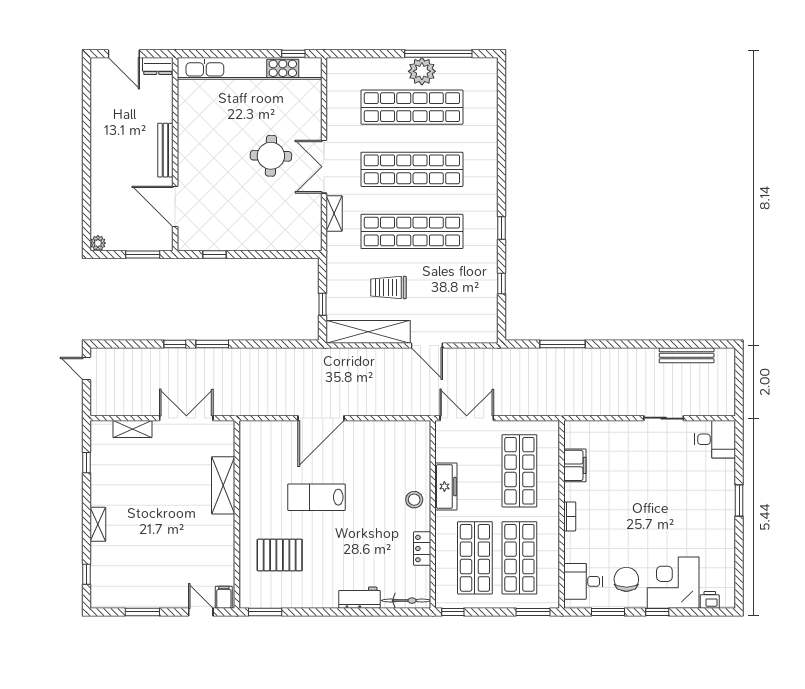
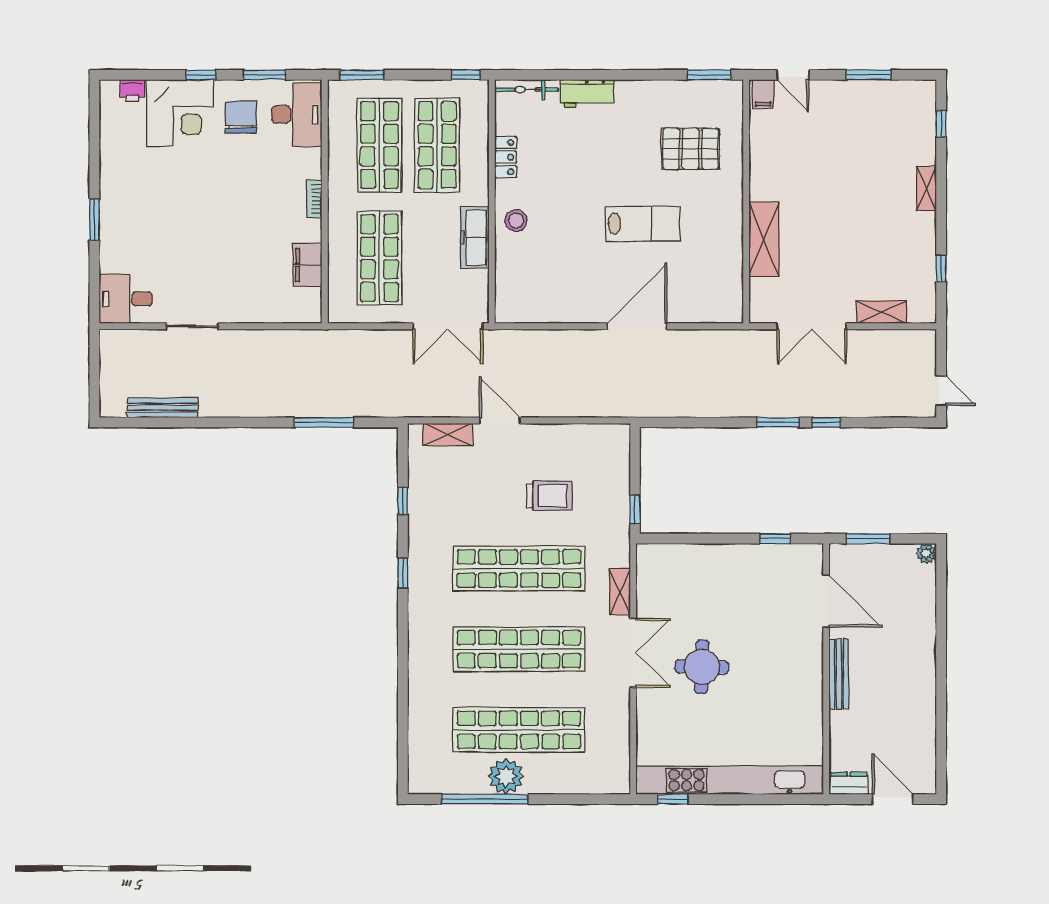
window: (322, 304) -> (635, 509), moved
shelving: (368, 332) -> (448, 434), moved, width x0.45, depth x0.75
chair: (626, 579) -> (241, 117), turned 180
desk: (583, 581) -> (297, 114), width x1.37

